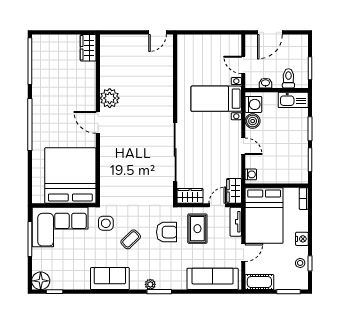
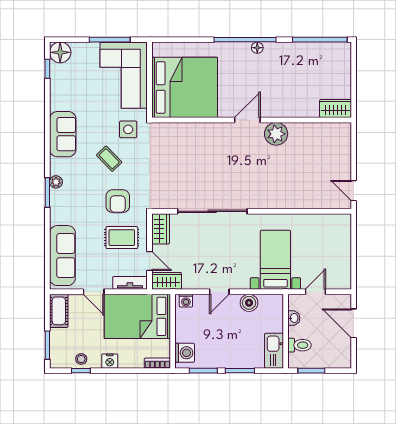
washing machine: (253, 104) -> (185, 353), moved, turned -90
floor lamp: (37, 114) -> (257, 48), added

